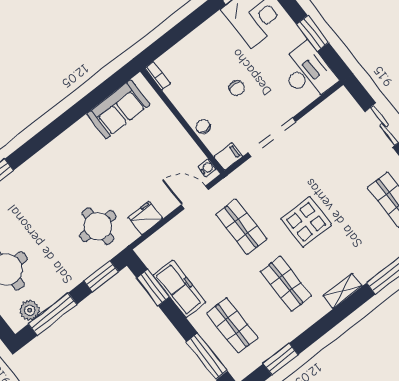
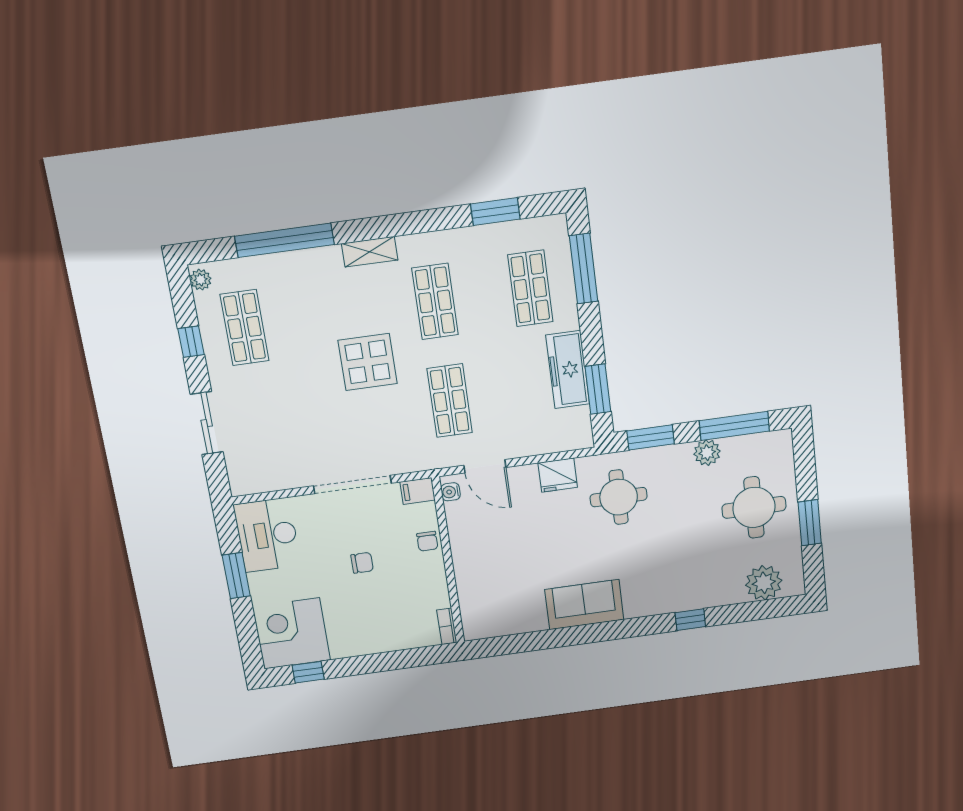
chair: (237, 88) -> (362, 563), turned 90
sofa: (118, 109) -> (584, 605), moved
plant: (30, 310) -> (707, 453), moved

